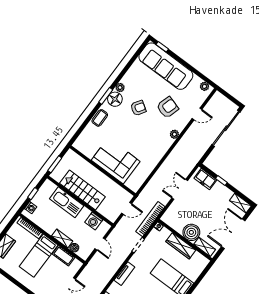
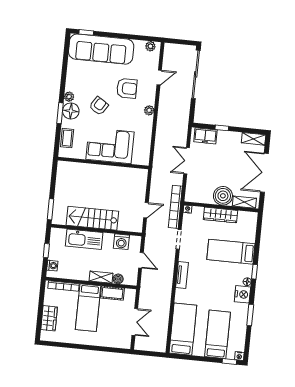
armchair: (168, 107) -> (127, 88), turned 73
corner sofa: (116, 161) -> (110, 146), moved
wall: (103, 171) -> (103, 163), moved

